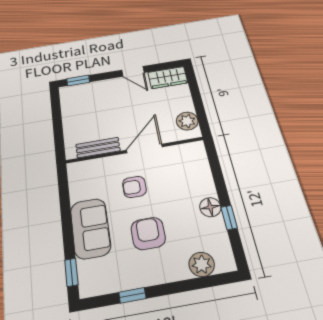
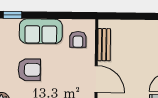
armchair: (134, 187) -> (78, 39), moved, turned 180

